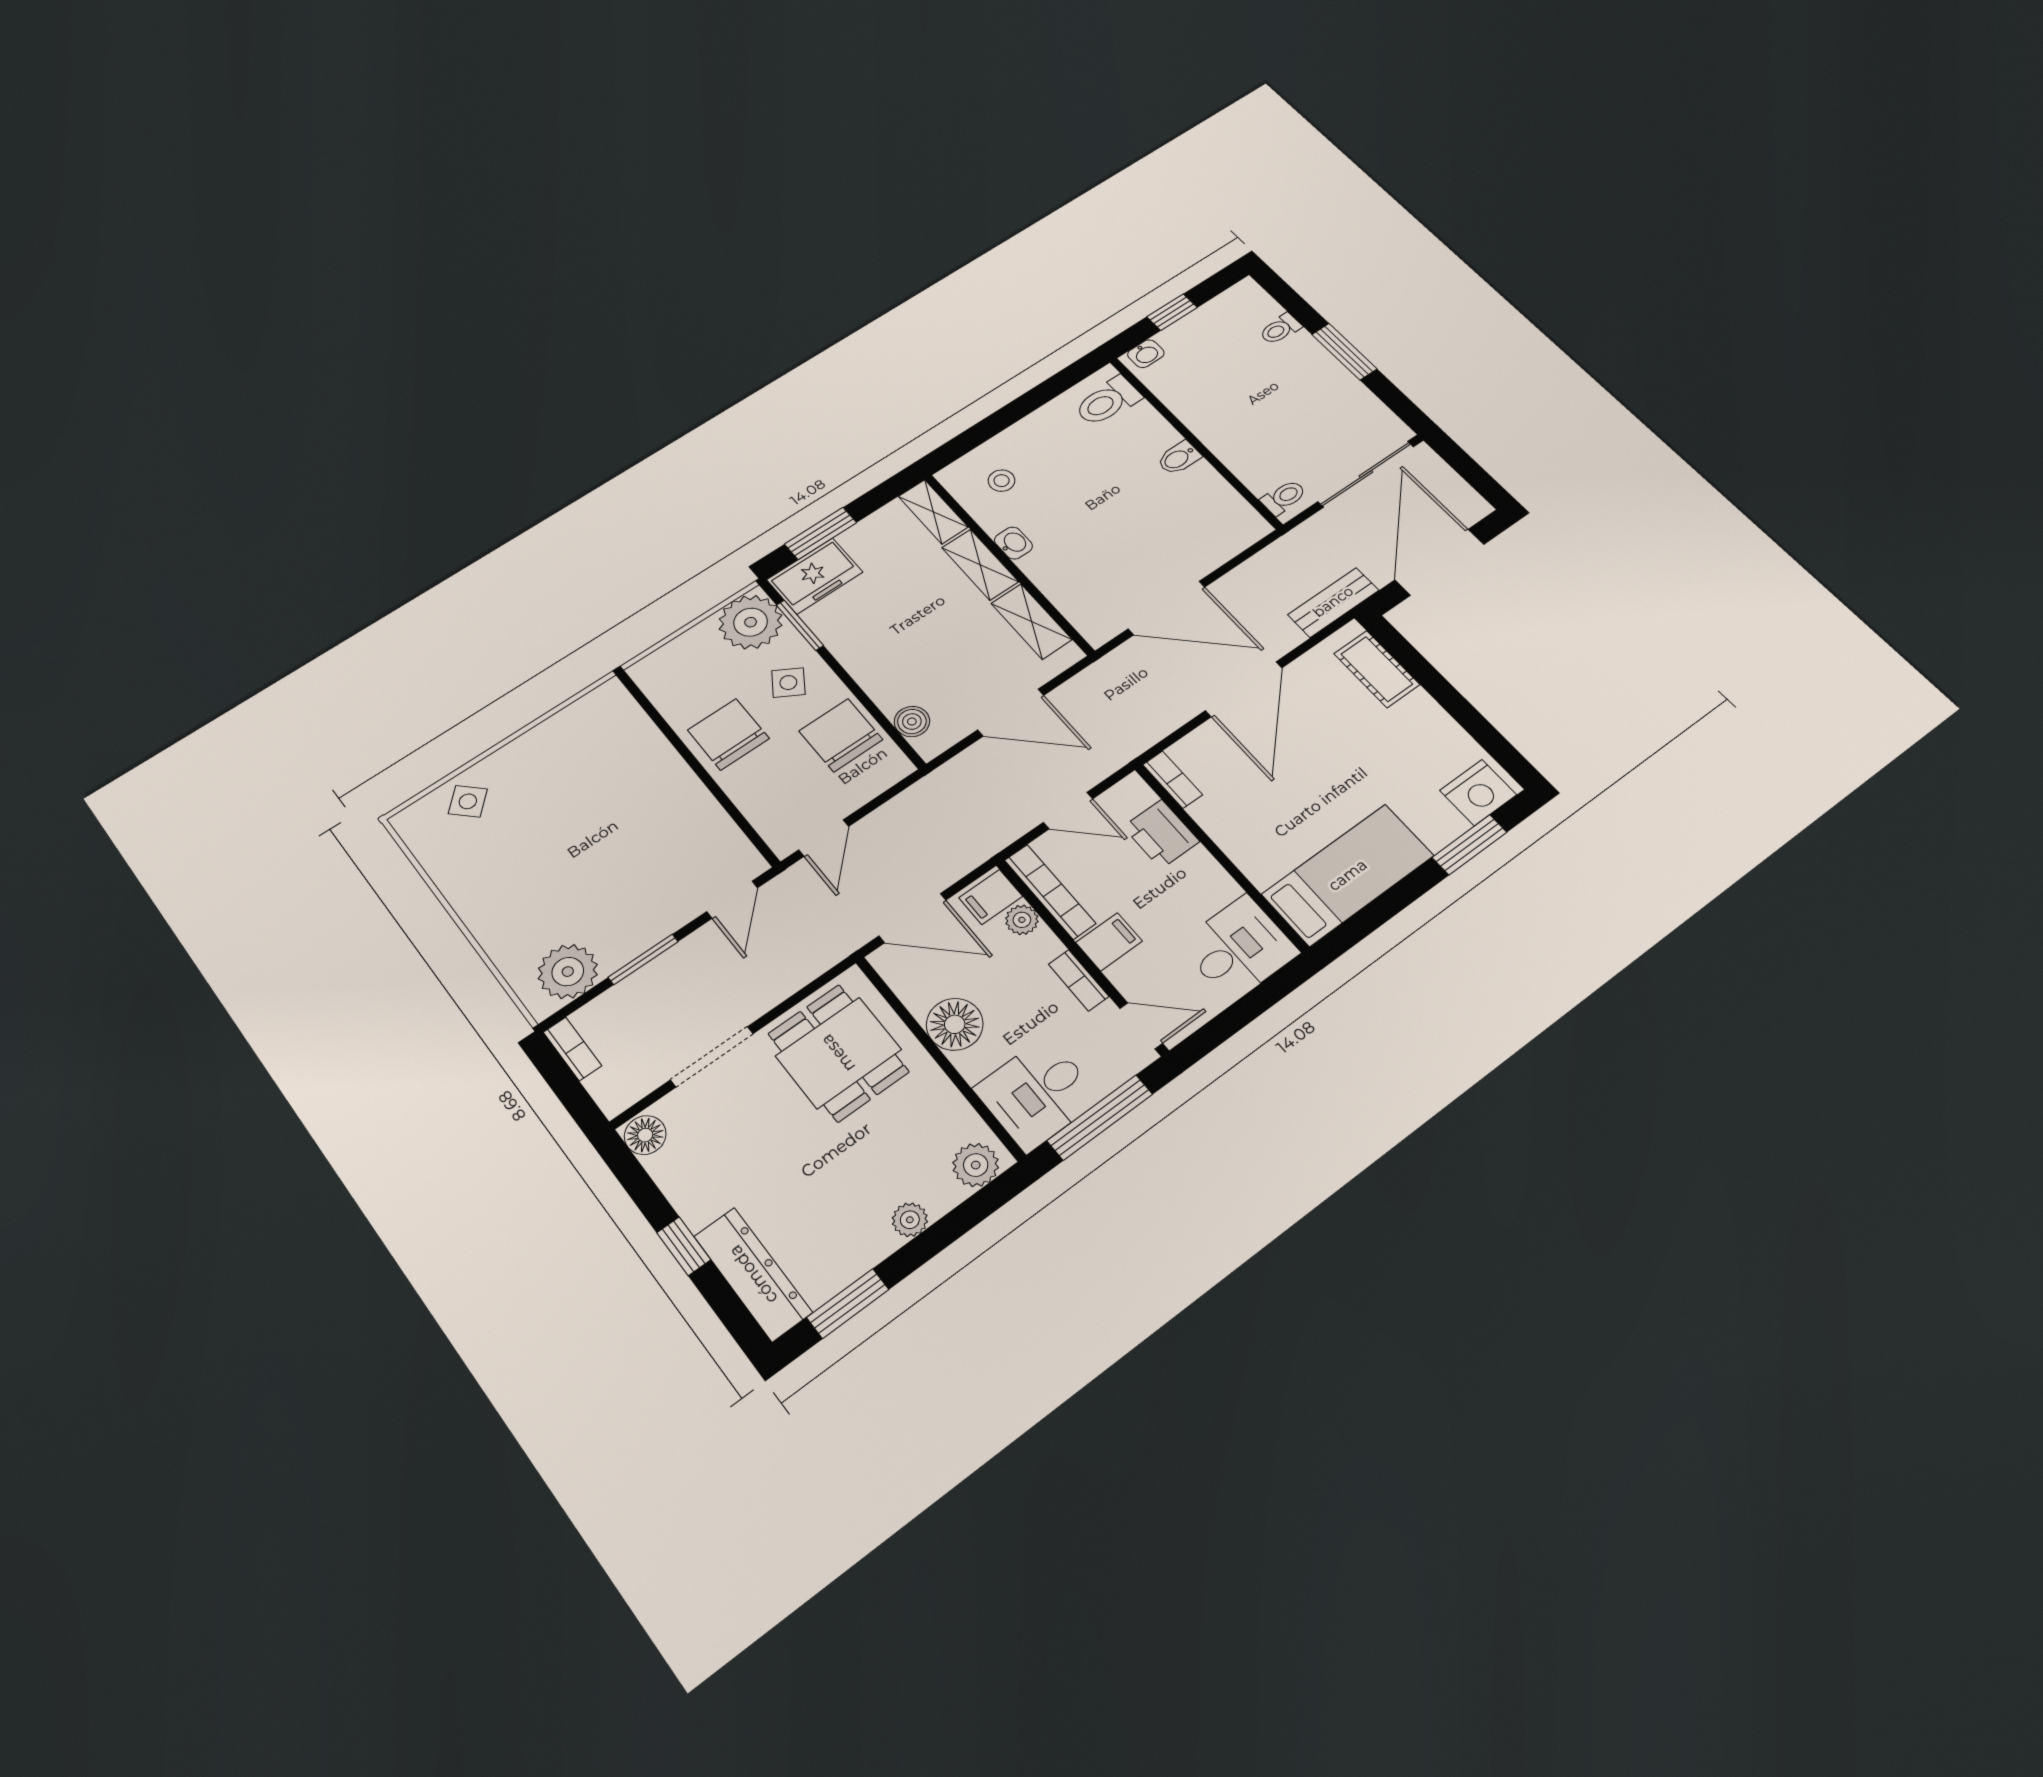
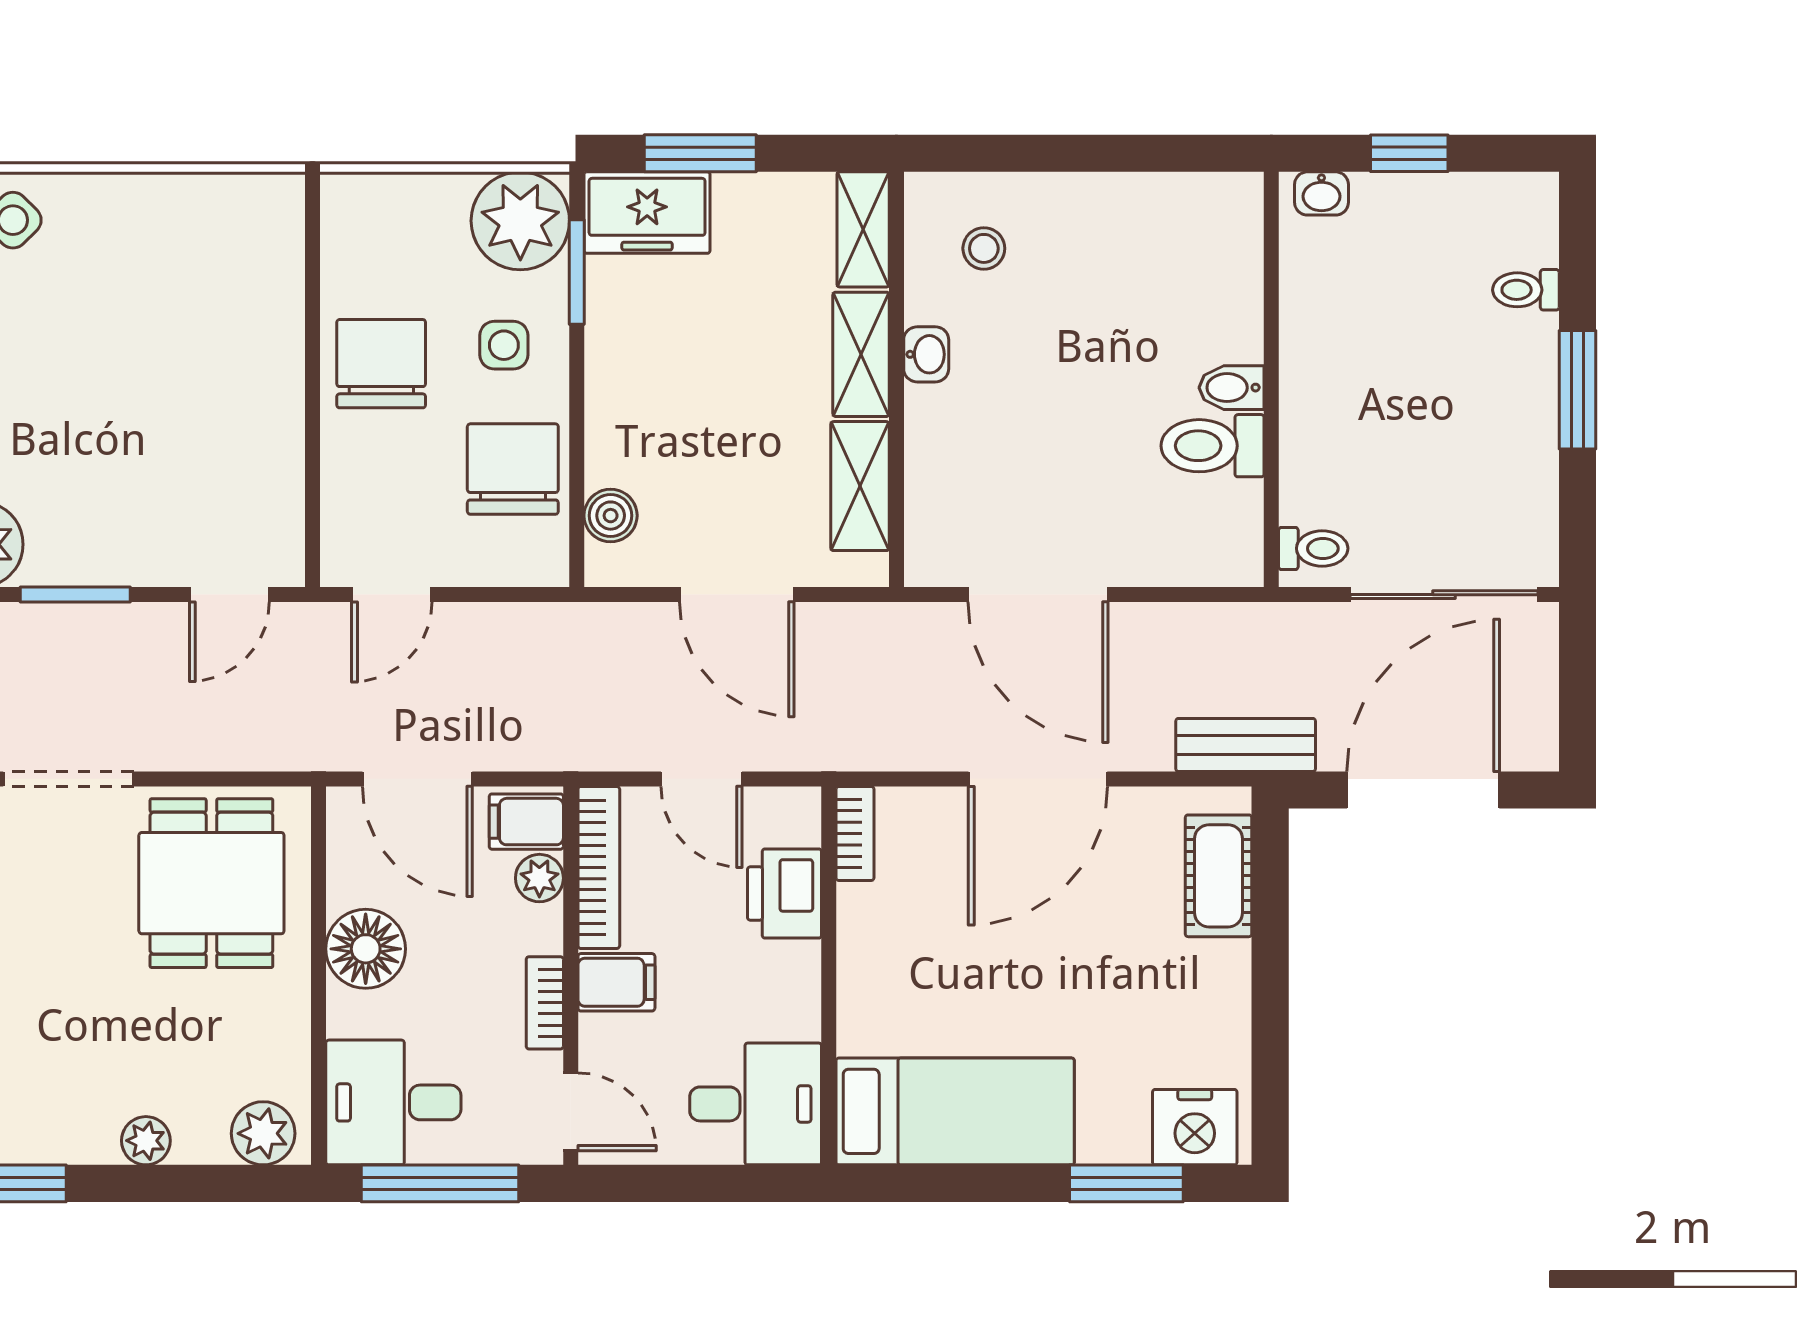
toilet: (1107, 401) -> (1213, 446), moved
side table: (788, 683) -> (504, 345), turned -32

